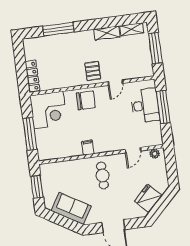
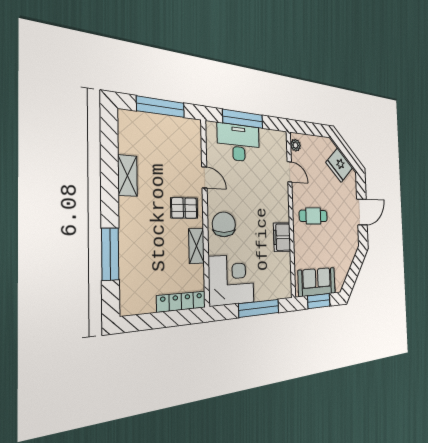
shelving: (132, 29) -> (196, 246), moved
filing cabinet: (88, 148) -> (282, 237), width x2.00
sofa: (71, 208) -> (317, 282), moved, turned 59

